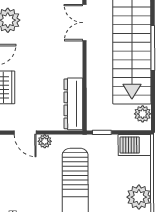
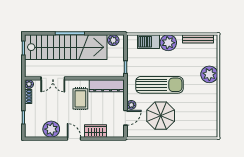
rug: (54, 64) -> (80, 99), added
barbecue: (135, 145) -> (148, 42), moved, turned 90
parasol: (29, 186) -> (161, 116), added

